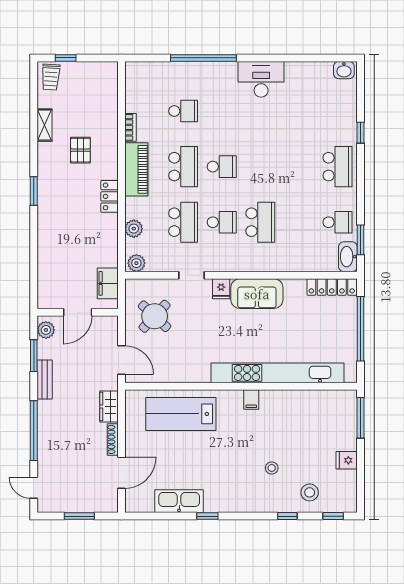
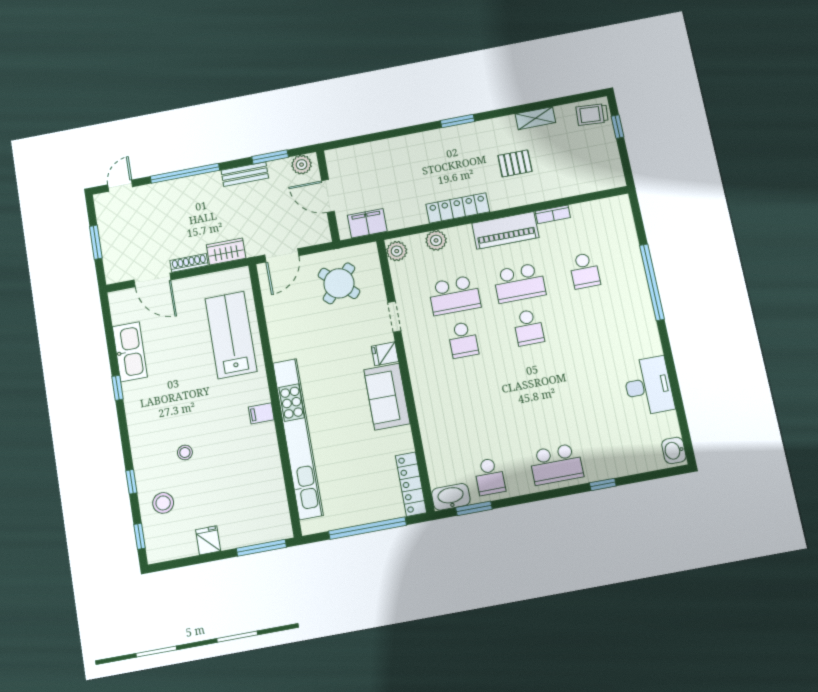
desk: (261, 79) -> (648, 386), moved
locker: (109, 196) -> (458, 208), width x1.53
school desk: (260, 222) -> (472, 385), removed

